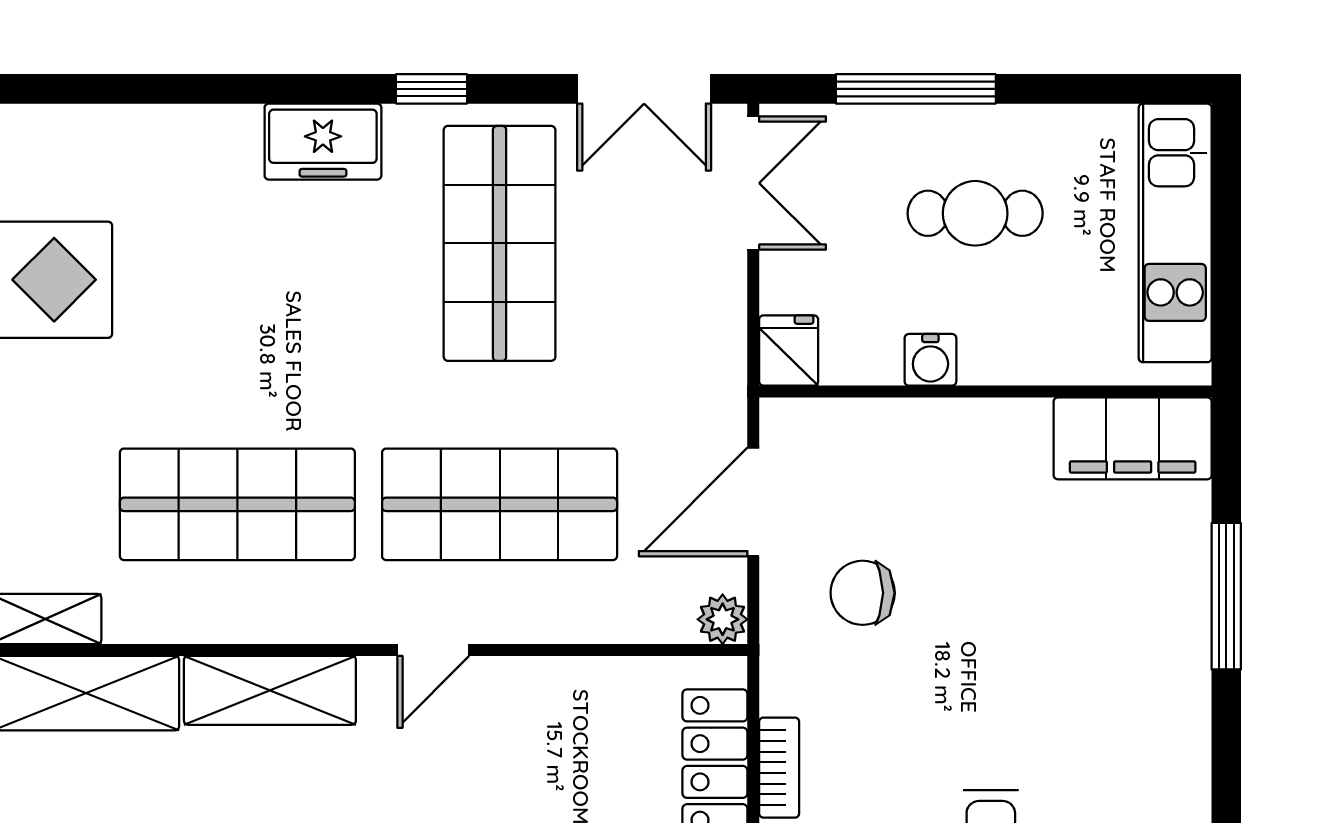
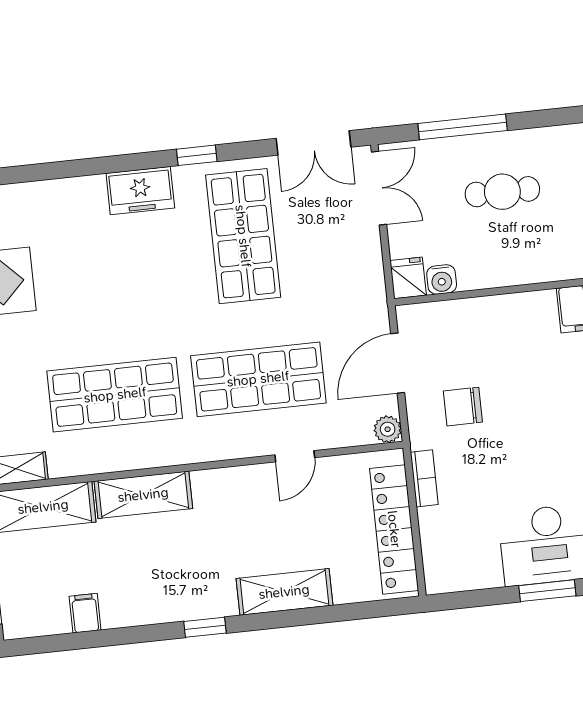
water cooler: (930, 360) -> (442, 279), moved
door: (433, 650) -> (295, 456), moved
bookcase: (779, 768) -> (424, 478), moved

